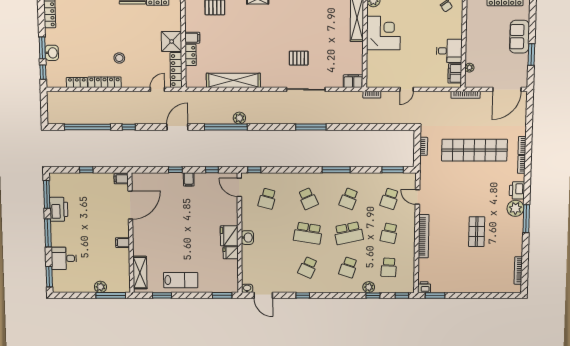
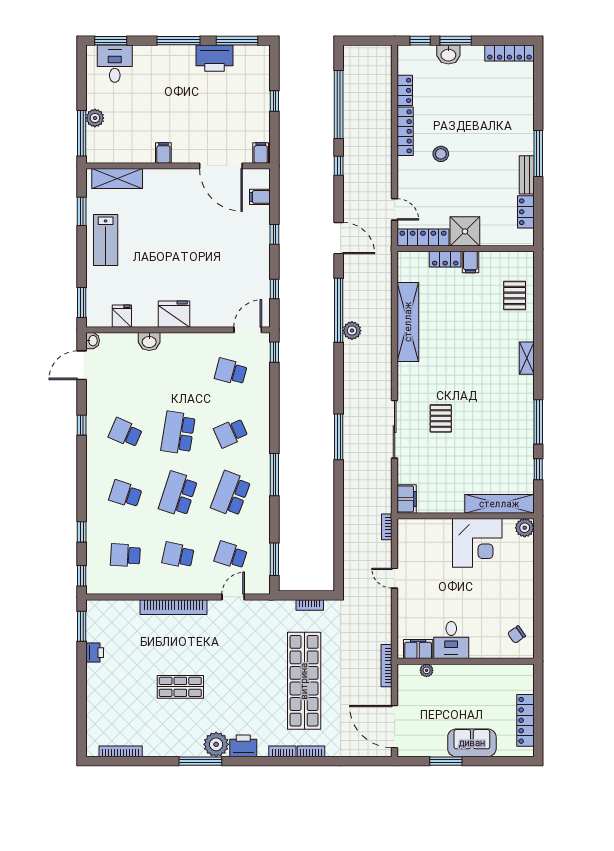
filing cabinet: (189, 179) -> (260, 197), moved
school desk: (349, 199) -> (231, 494), width x1.85
school desk: (349, 233) -> (178, 494), turned 30
washbasin: (247, 238) -> (149, 341), moved
fridge: (231, 253) -> (122, 316), moved
desk: (64, 258) -> (115, 64), moved
plant: (369, 287) -> (95, 525), removed
printer: (424, 287) -> (95, 653), moved

